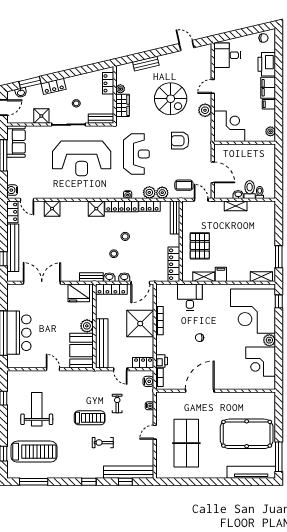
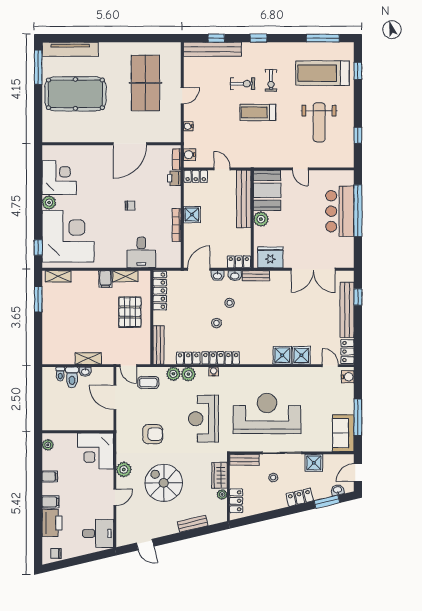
filing cabinet: (268, 88) -> (50, 502), width x0.50
shower: (96, 209) -> (282, 355), moved
locker: (111, 289) -> (239, 262), width x0.66
shower: (140, 324) -> (192, 215), width x0.54, depth x0.54
exercise bike: (117, 403) -> (271, 80), moved

